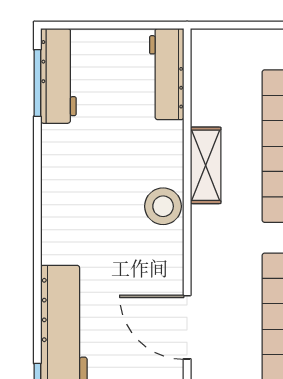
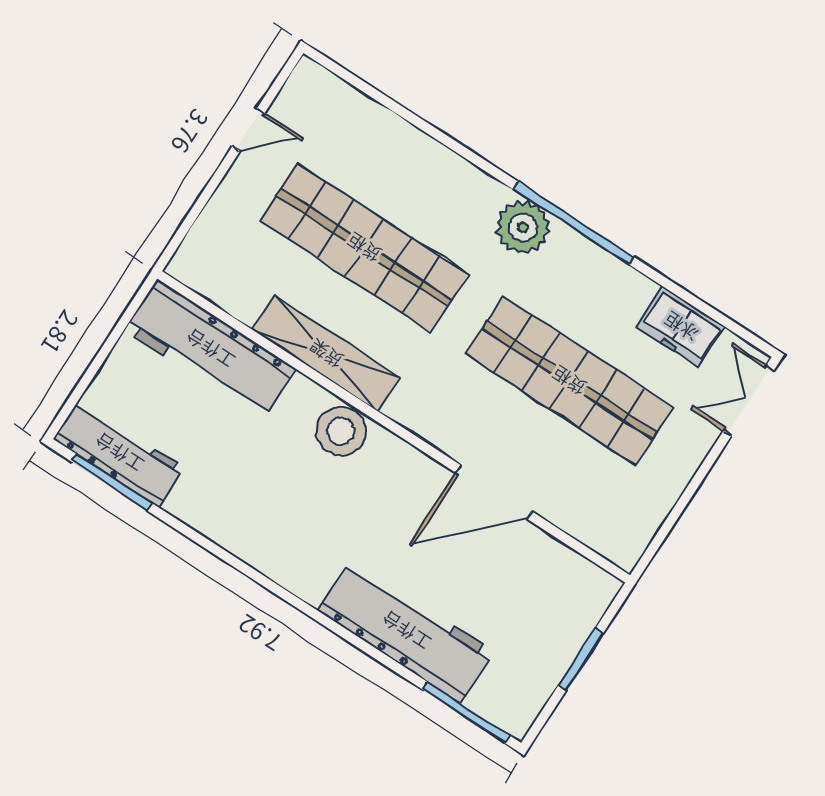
workbench: (167, 74) -> (210, 349), width x1.36, depth x1.32
shelving: (206, 165) -> (326, 354), width x1.47

